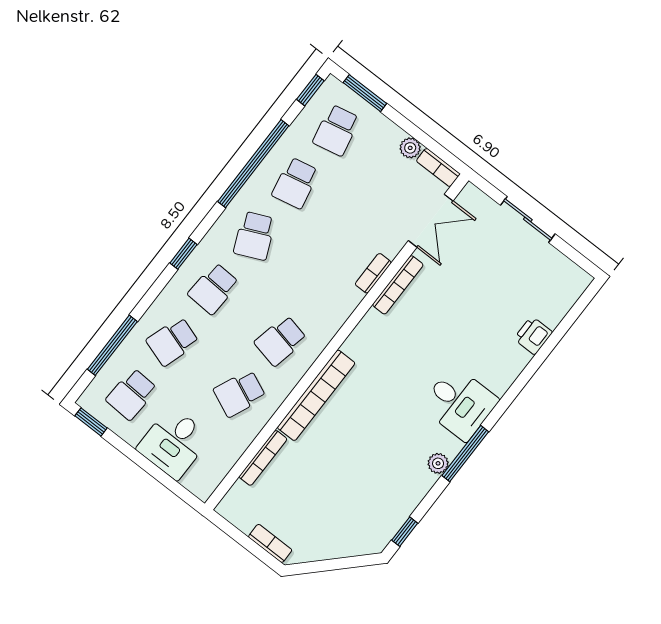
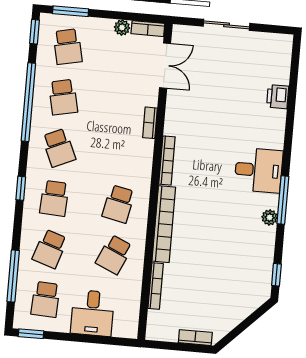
bookcase: (398, 285) -> (167, 160), moved

